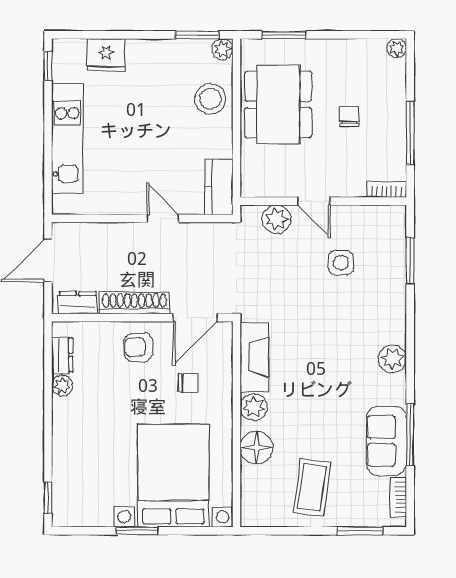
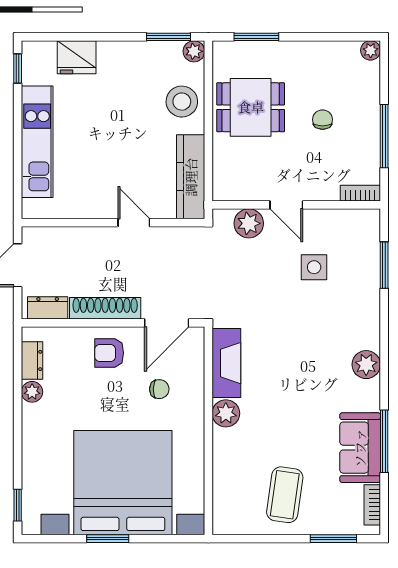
dining table: (278, 104) -> (251, 107), width x0.73
kitchen counter: (219, 187) -> (191, 177), width x1.50
floor lamp: (257, 448) -> (229, 454), removed
bed with nightstands: (173, 476) -> (123, 483), width x1.36

